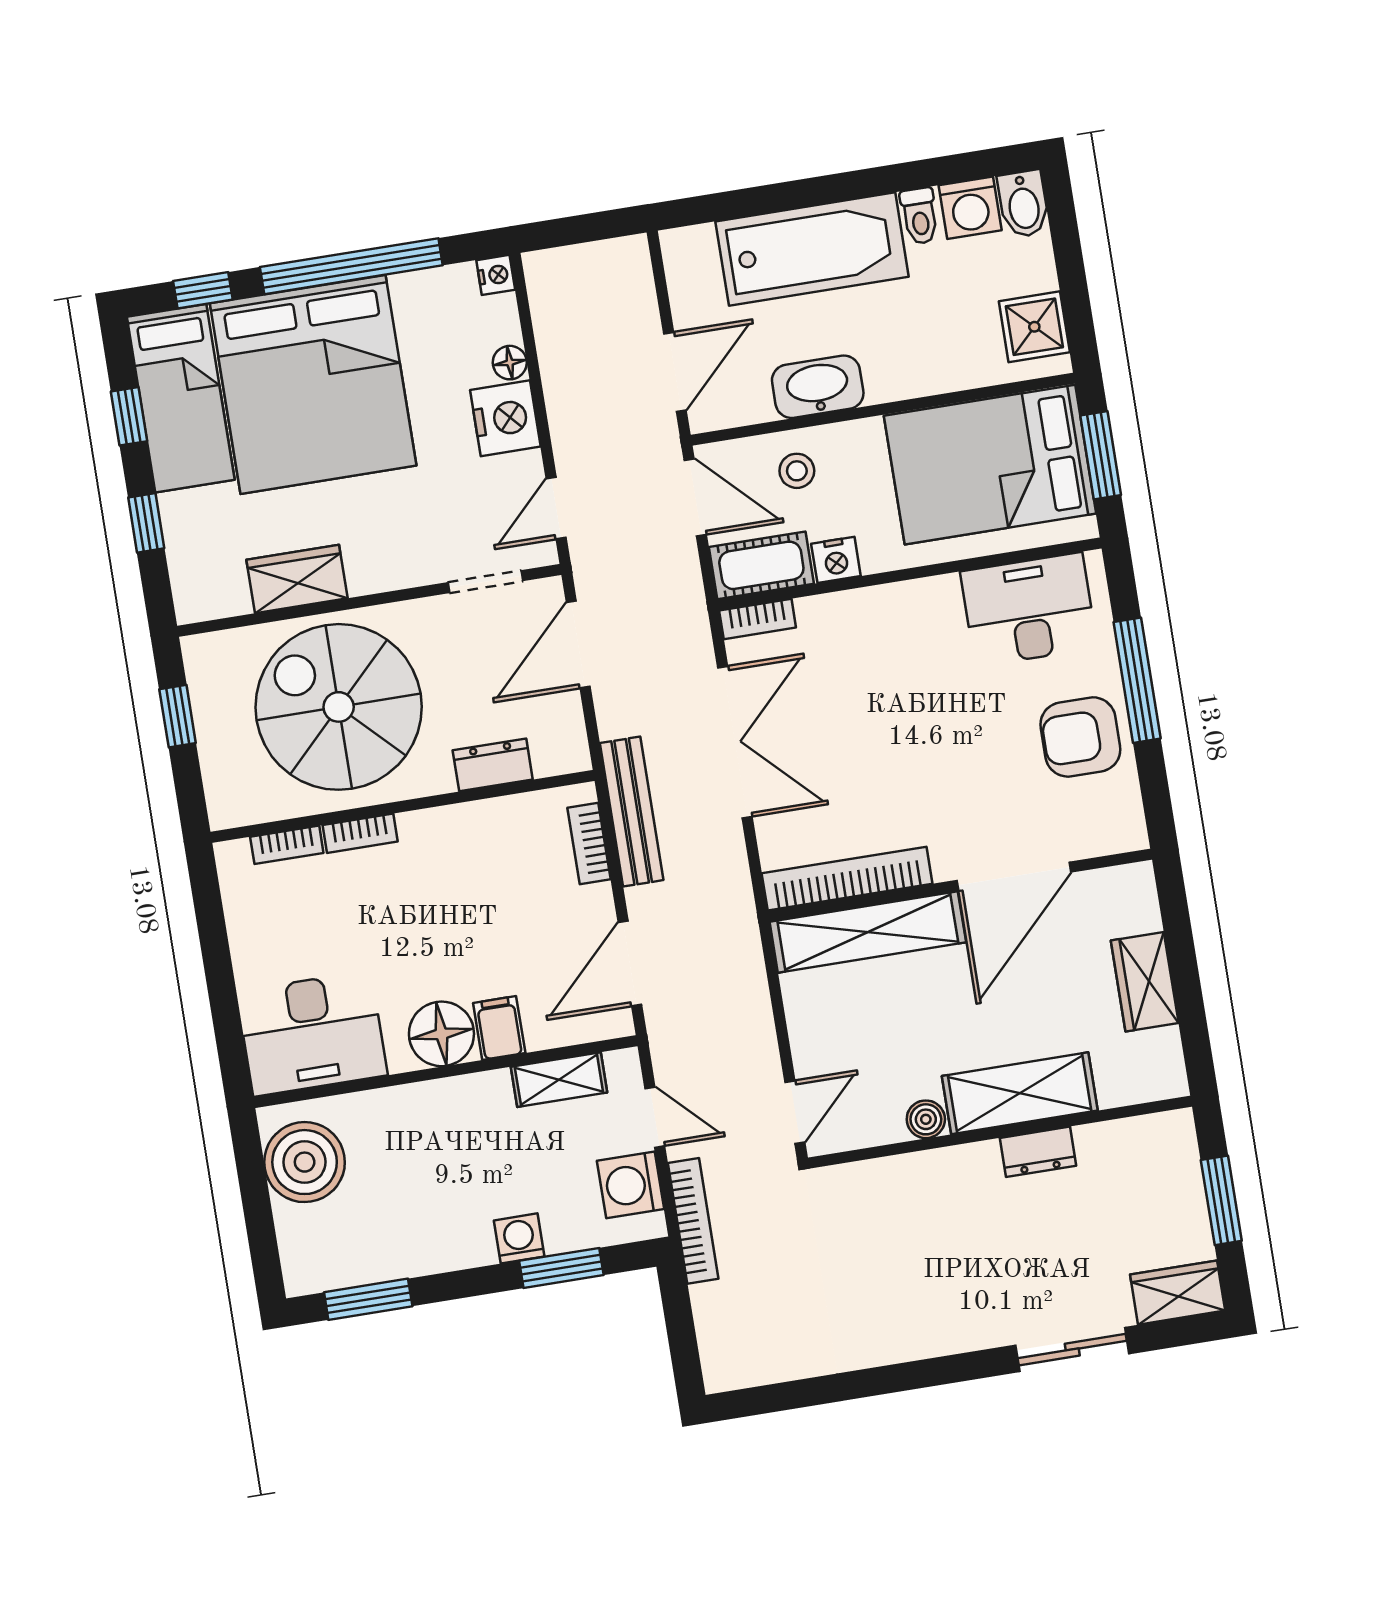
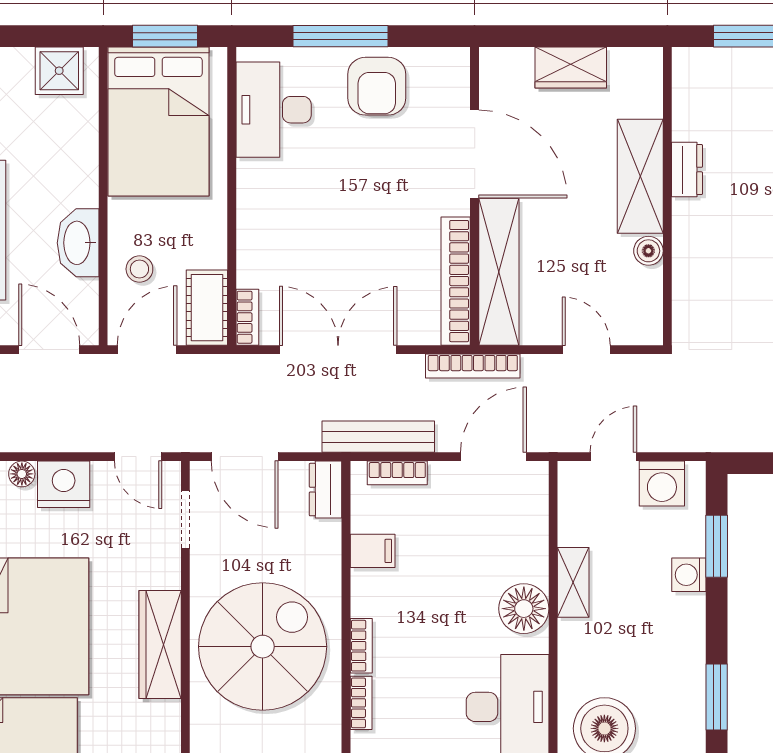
nightstand: (836, 560) -> (212, 250), removed
wardrobe: (297, 579) -> (160, 644), width x1.50
spiral stairs: (339, 707) -> (263, 647), turned 180
dresser: (493, 765) -> (326, 490), moved
door: (630, 963) -> (493, 457), swing flipped
filing cabinet: (499, 1028) -> (373, 551), moved, turned 180
shelving: (559, 1080) -> (573, 582), moved
door: (795, 1112) -> (586, 350), moved
bookcase: (693, 1221) -> (473, 366), moved, turned 180

